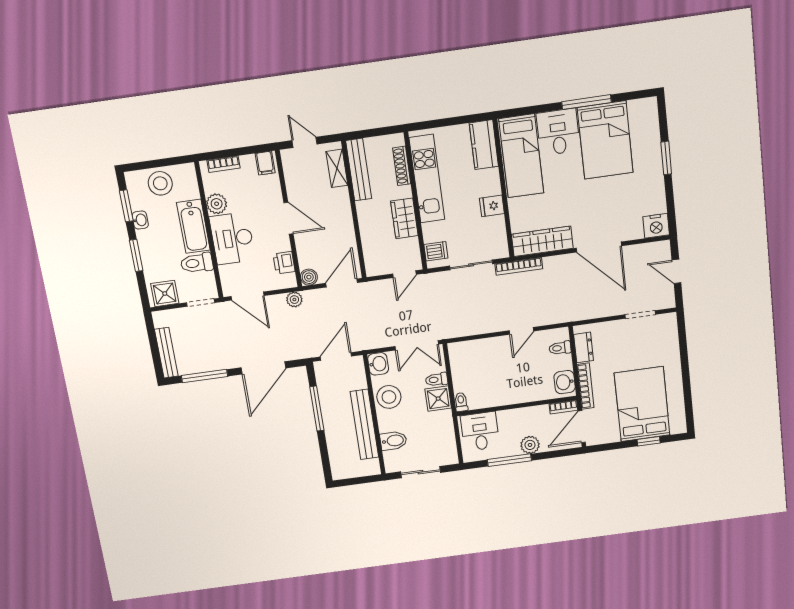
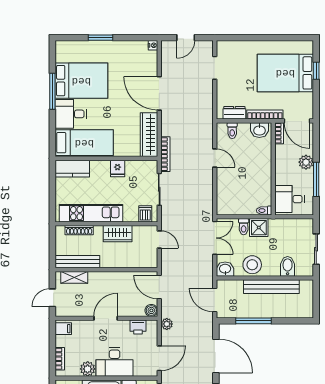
nightstand: (656, 226) -> (153, 45), width x0.53, depth x0.56
door: (599, 247) -> (159, 93), swing flipped

